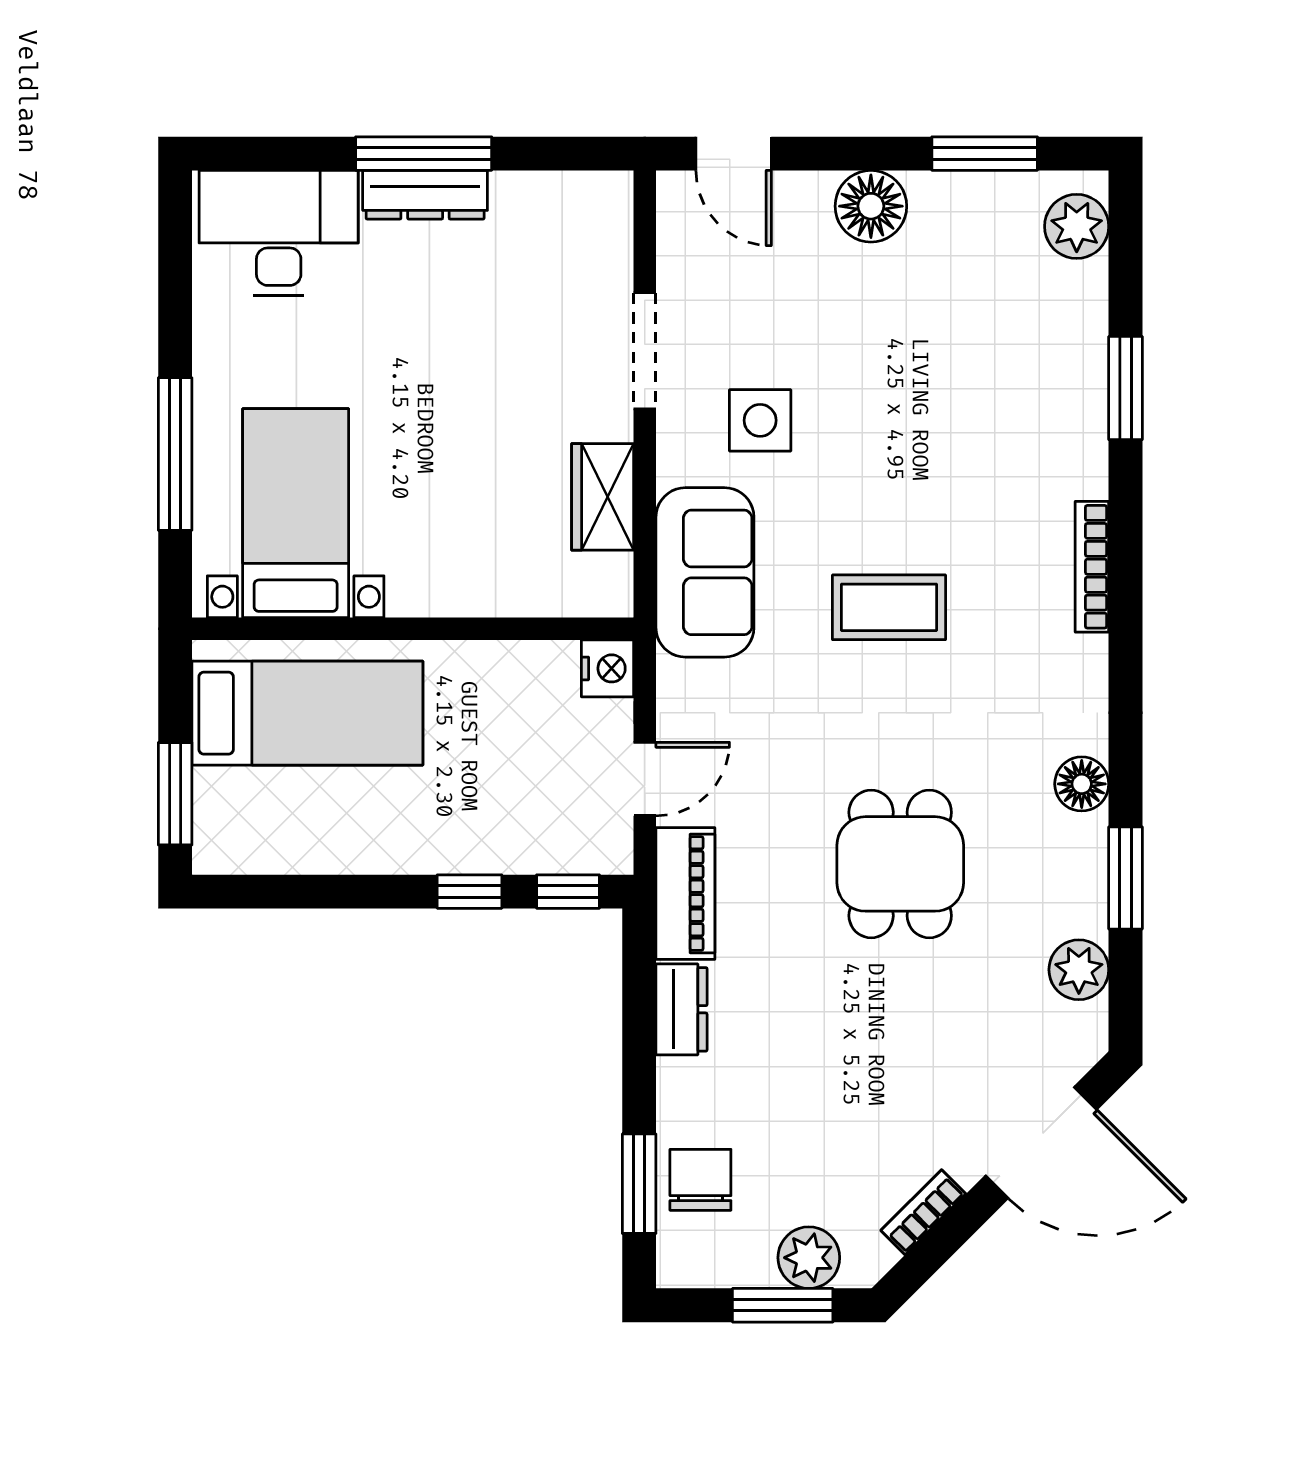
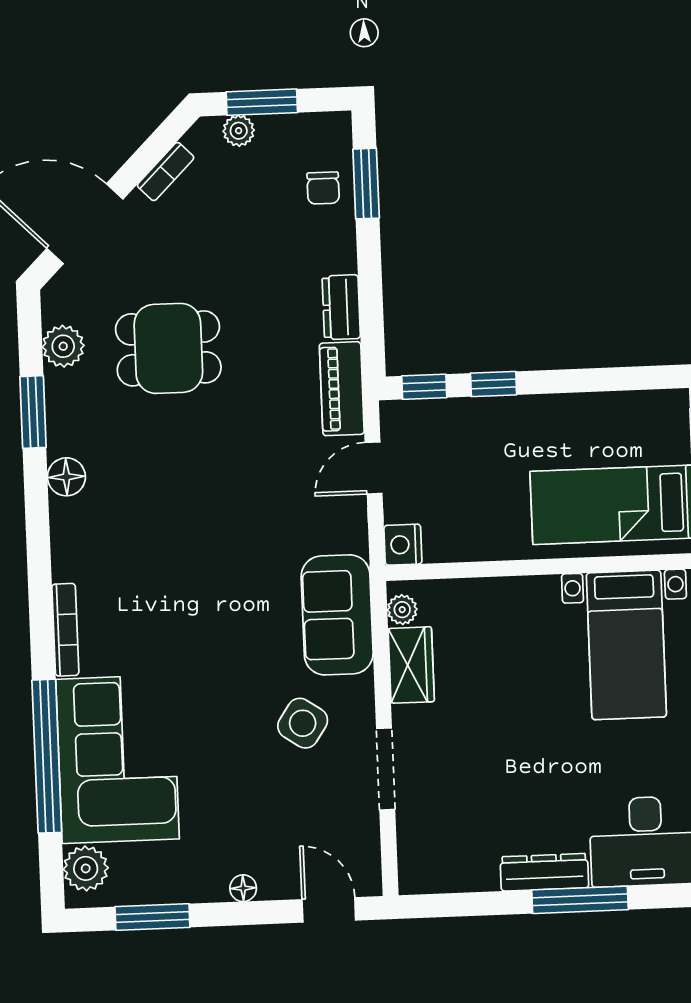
window: (424, 154) -> (580, 900), moved
floor lamp: (871, 206) -> (243, 888), width x0.53, depth x0.53
corner sofa: (1025, 380) -> (117, 759), added
window: (1126, 388) -> (47, 756), width x2.11
side table: (760, 420) -> (303, 723), turned 34
plant: (612, 576) -> (402, 610), added
coffee table: (889, 607) -> (207, 596), removed
dining table: (900, 864) -> (168, 348), moved, turned 90
chair: (700, 1180) -> (323, 188), width x0.73, depth x0.73
plant: (809, 1258) -> (239, 131), width x0.73, depth x0.73

